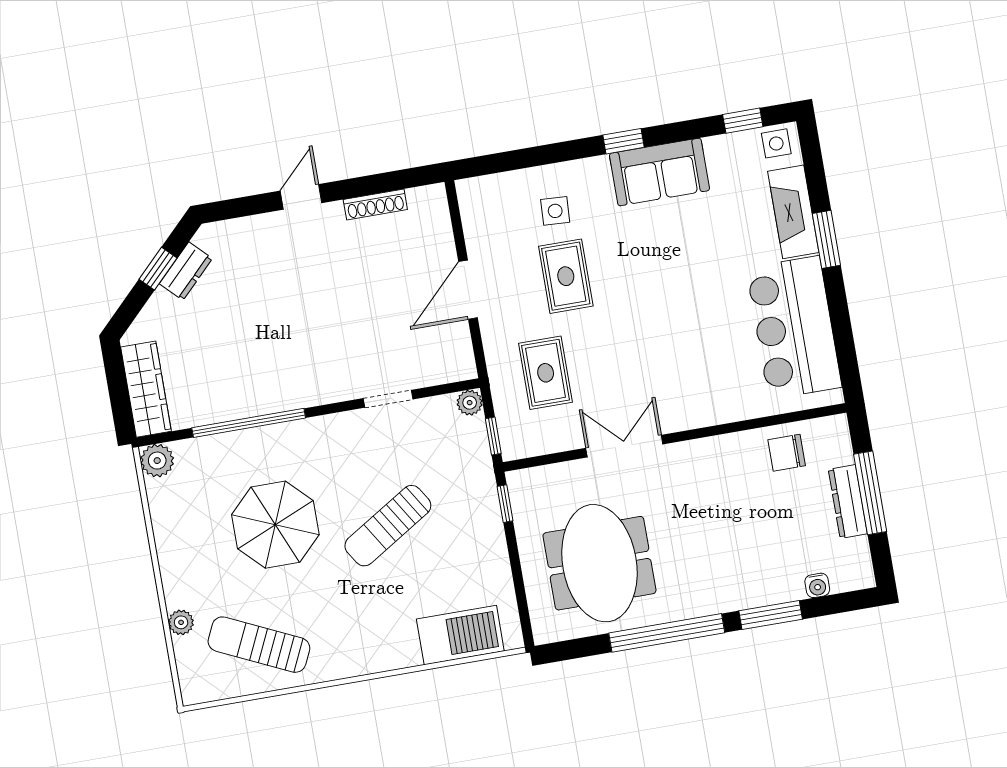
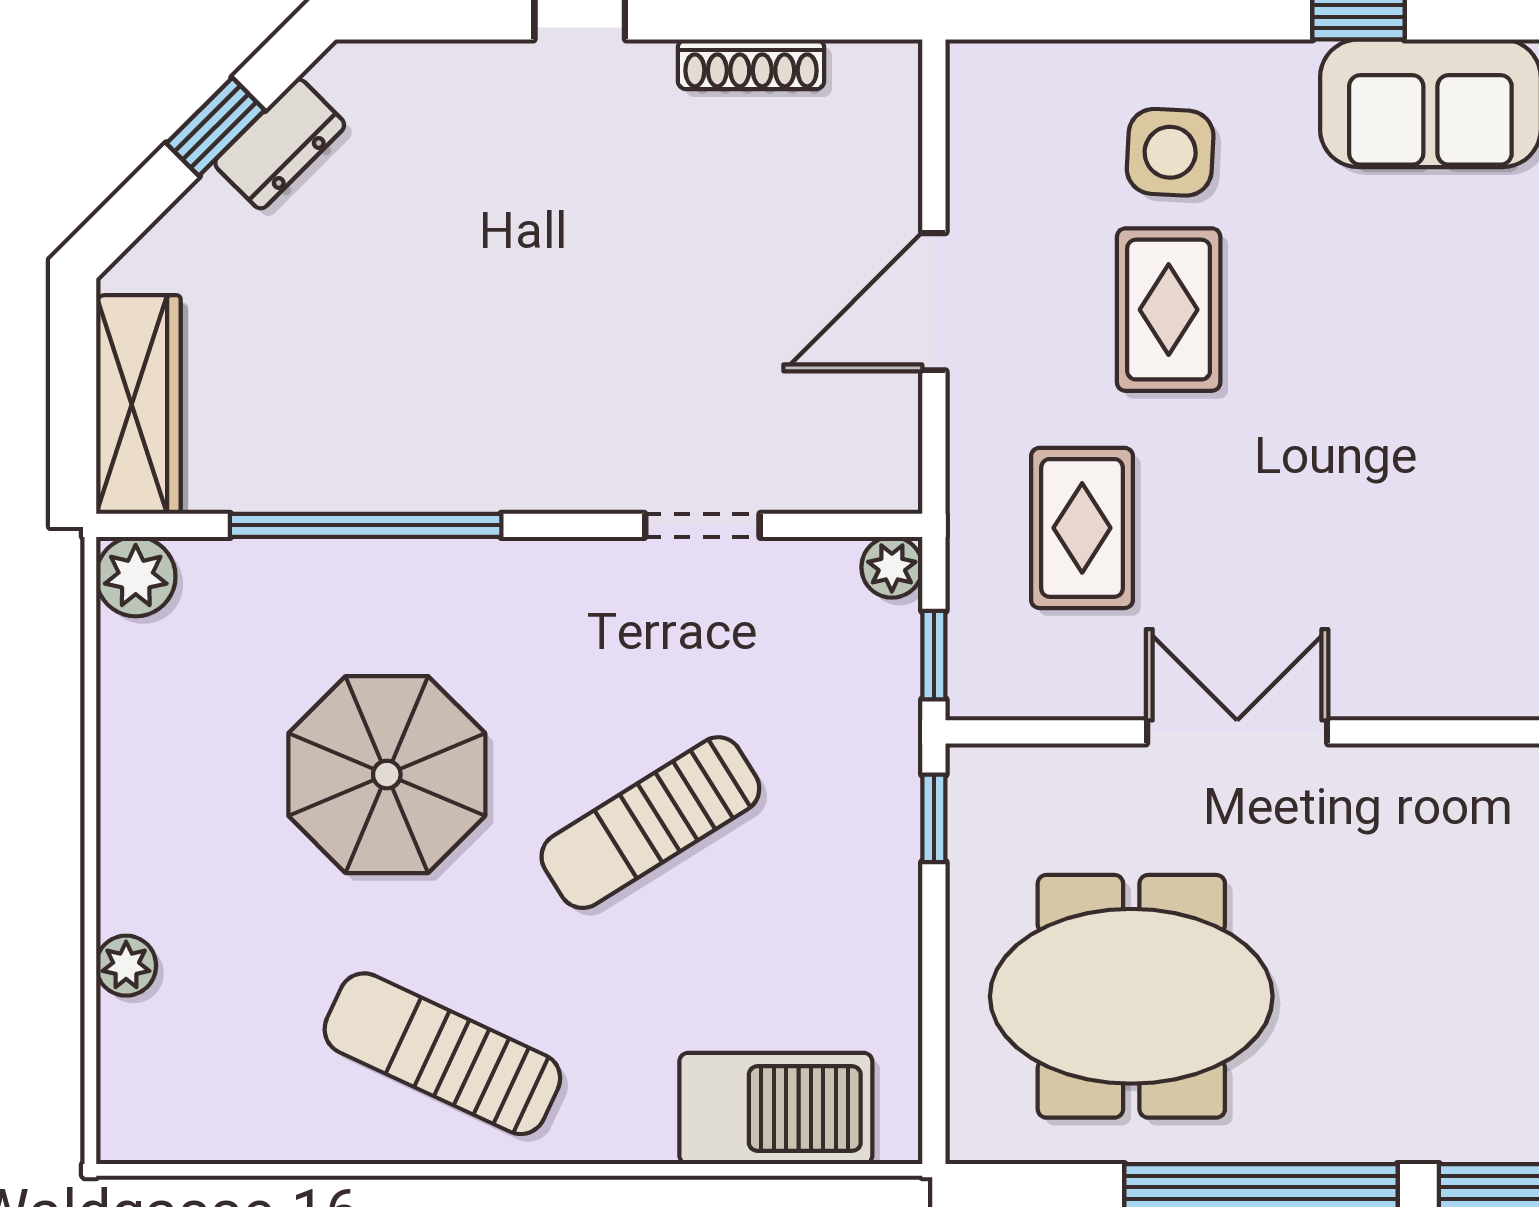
side table: (555, 211) -> (1170, 152), width x1.37, depth x1.37
meeting table: (599, 563) -> (1131, 996), turned 90
sun lounger: (259, 645) -> (442, 1054), moved

